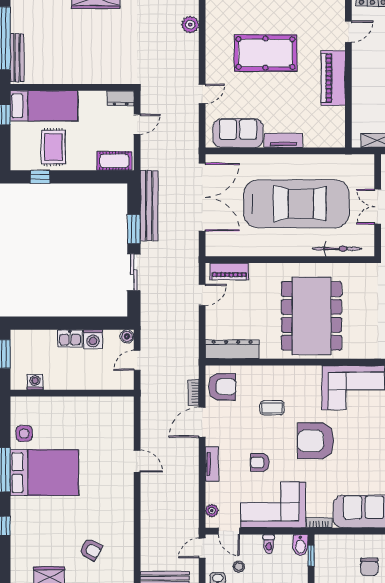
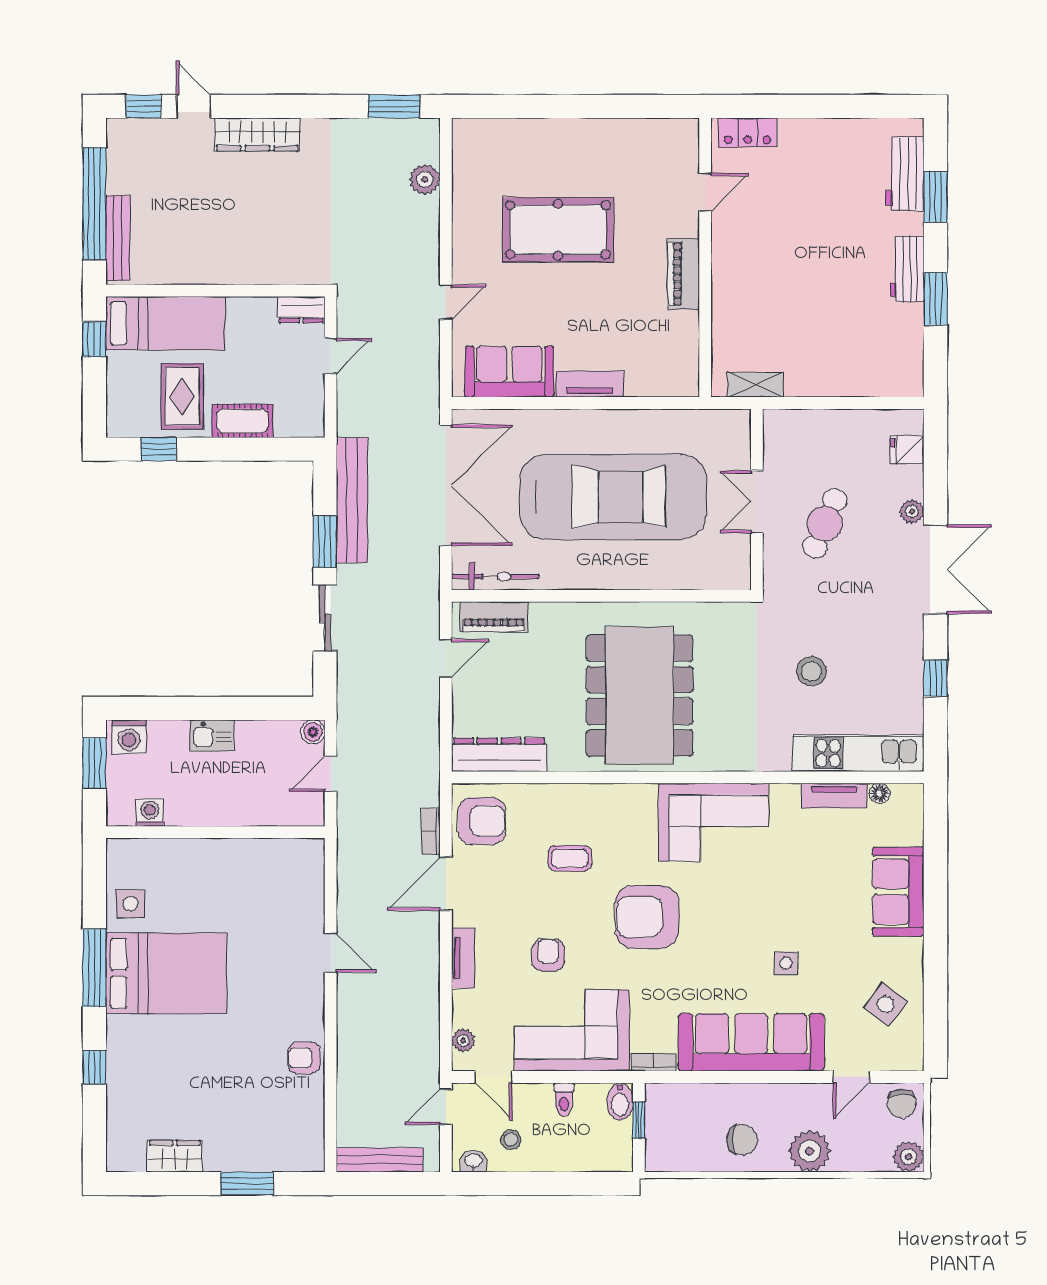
piano: (333, 78) -> (683, 274), width x0.73, depth x0.75
cot: (114, 161) -> (242, 421), moved
bicycle: (337, 249) -> (495, 576), moved
washing machine: (93, 339) -> (129, 737), moved
armchair: (260, 462) -> (548, 955), turned 90
armchair: (91, 549) -> (304, 1058), moved, turned 151
chair: (369, 567) -> (742, 1140), turned -89

